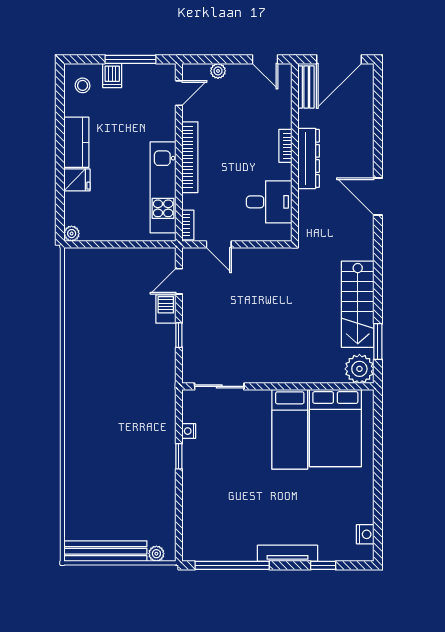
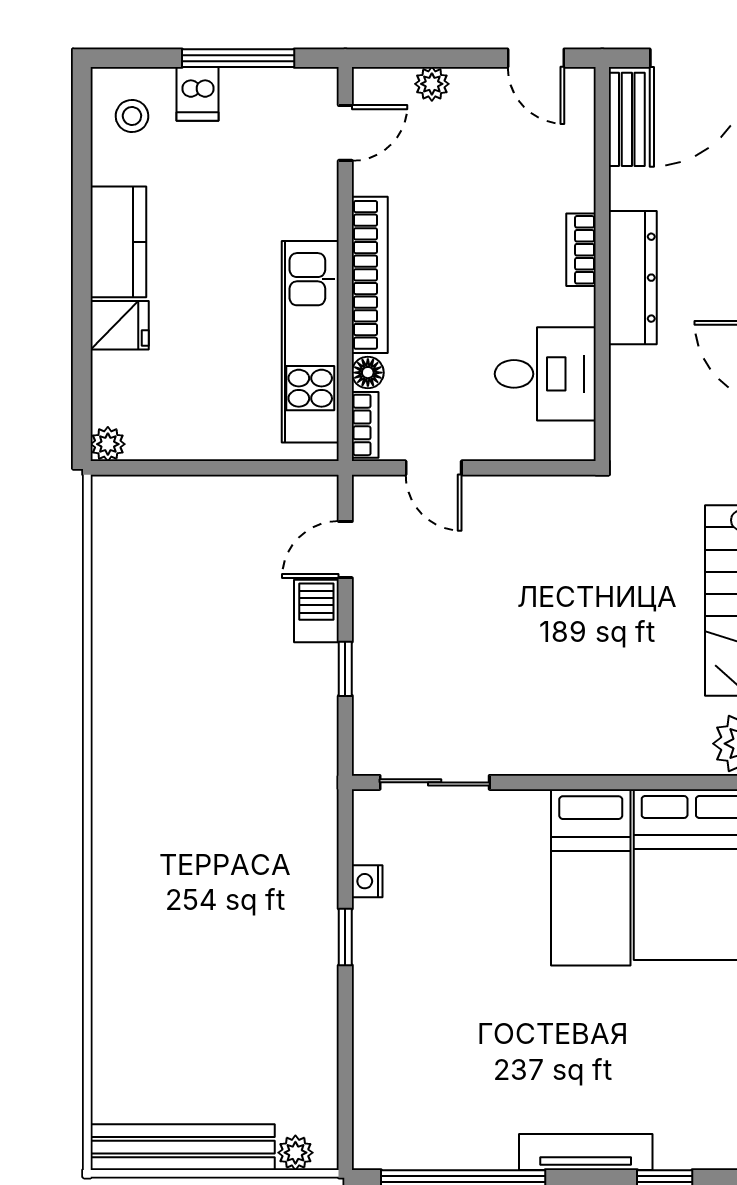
floor lamp: (189, 201) -> (368, 373), added

